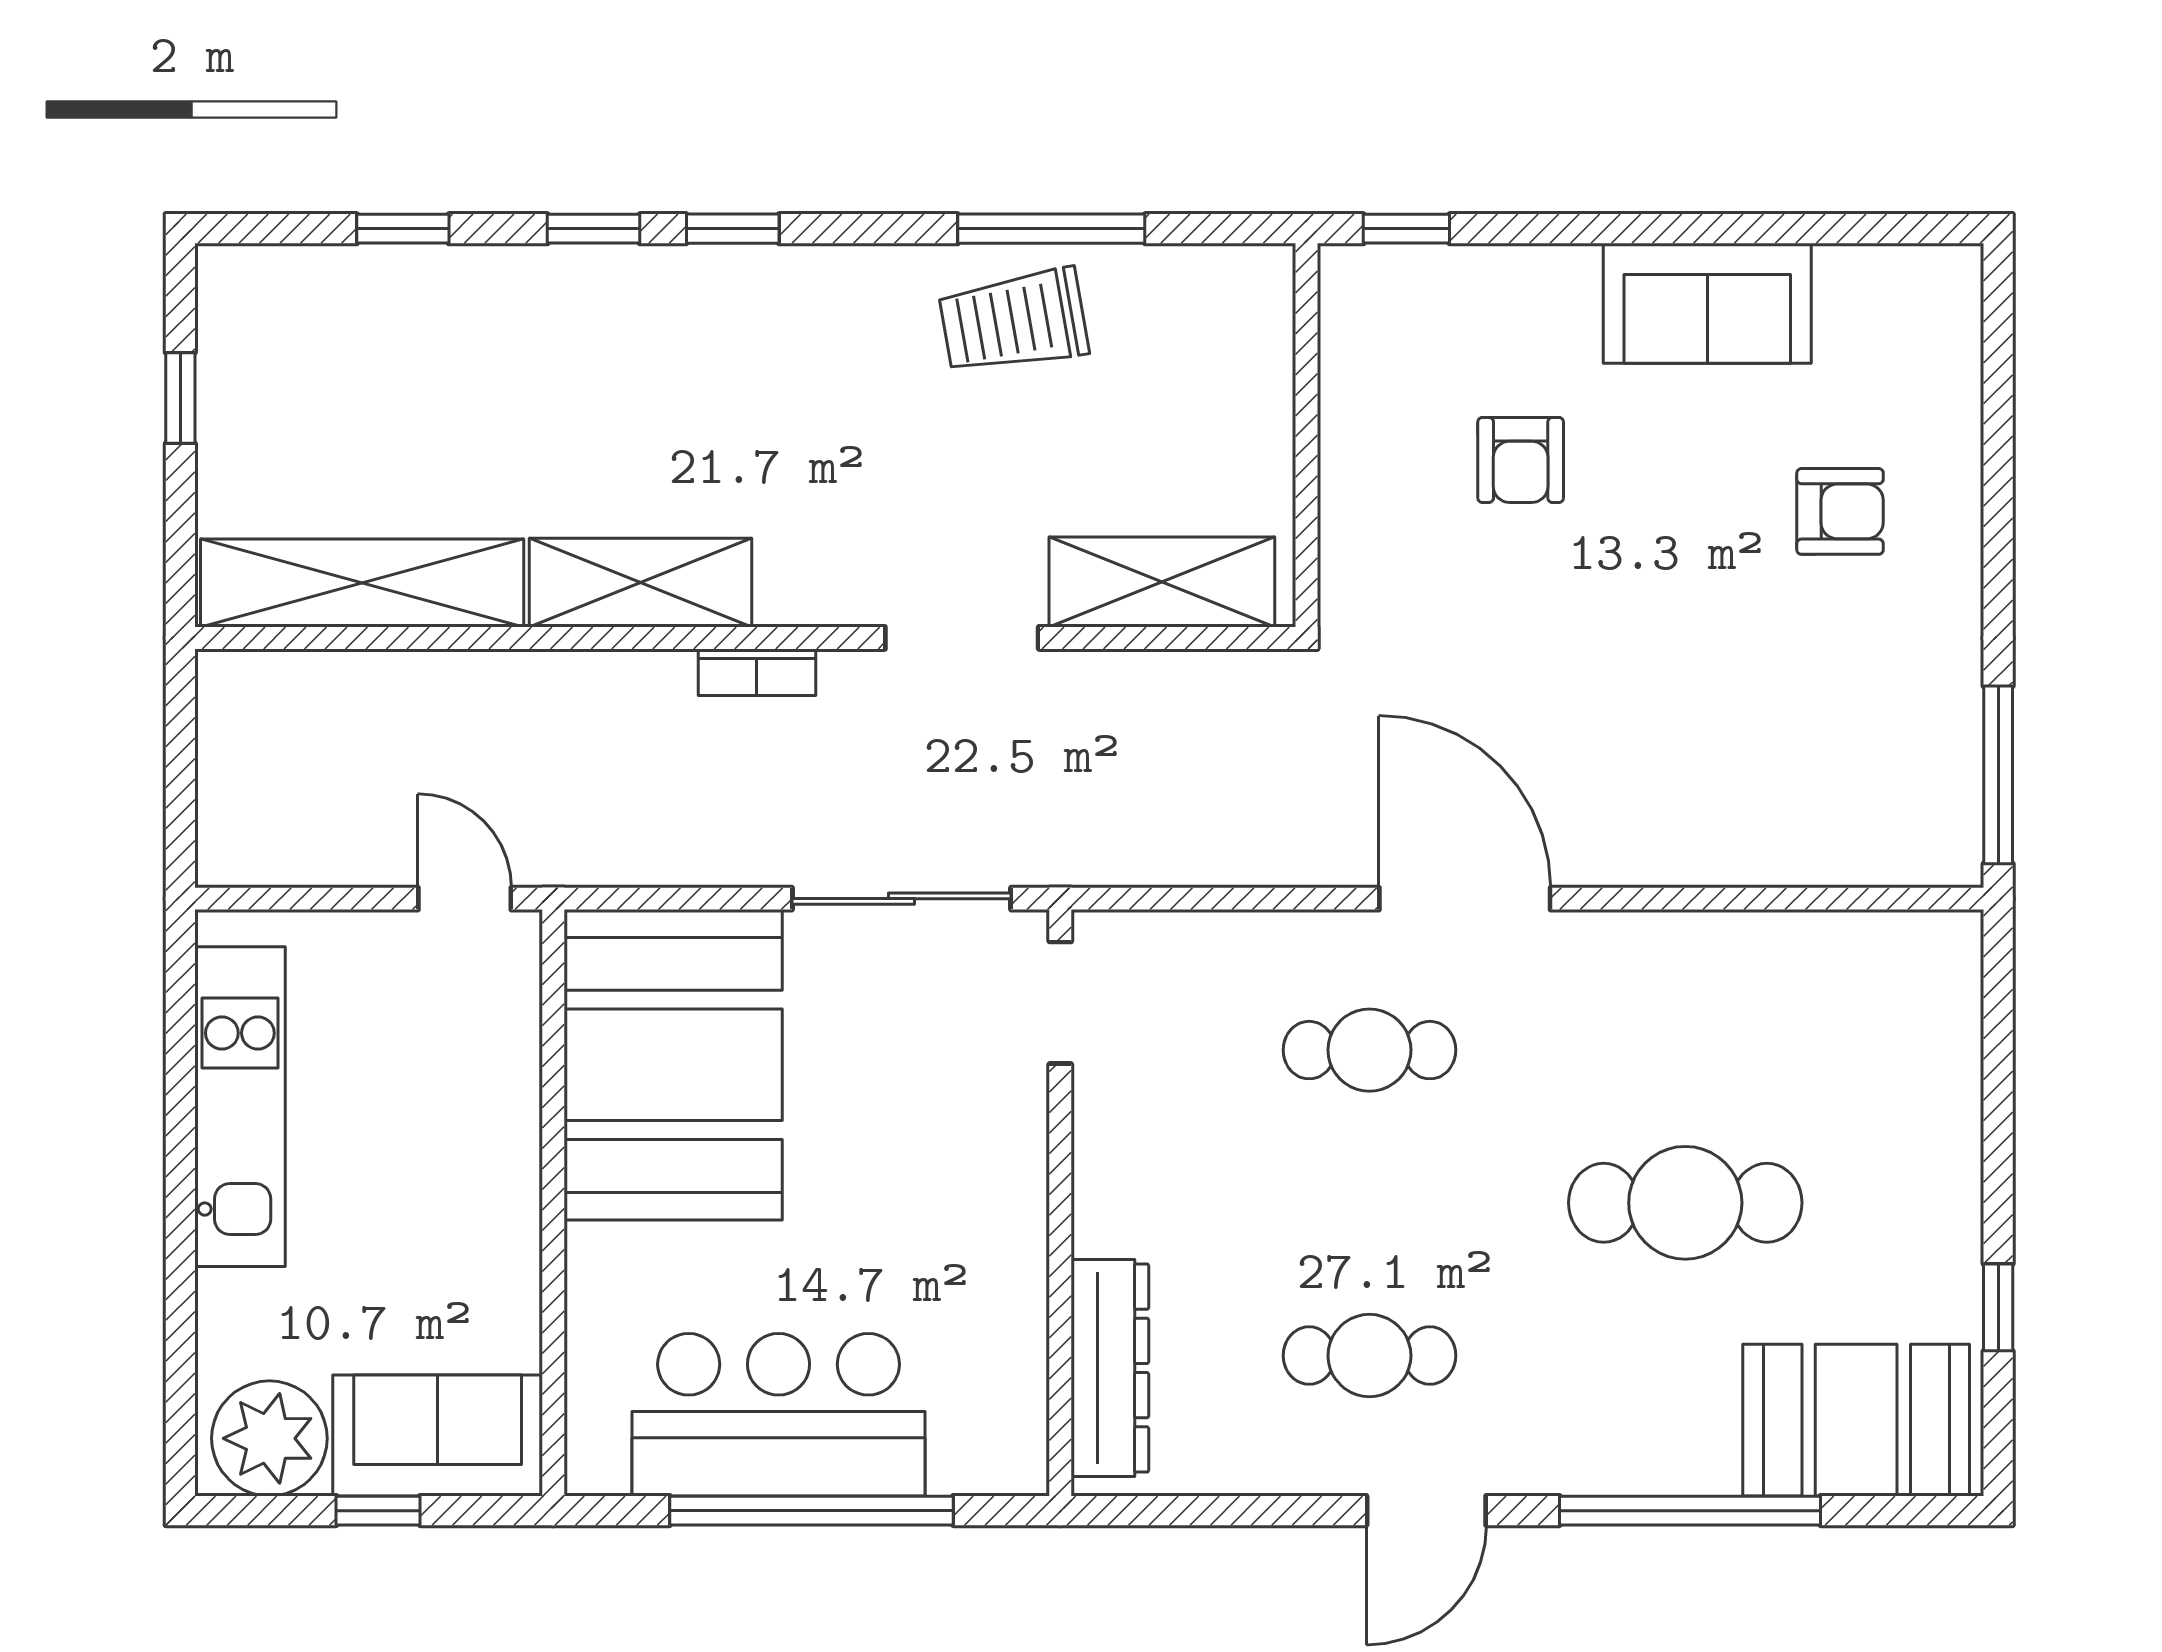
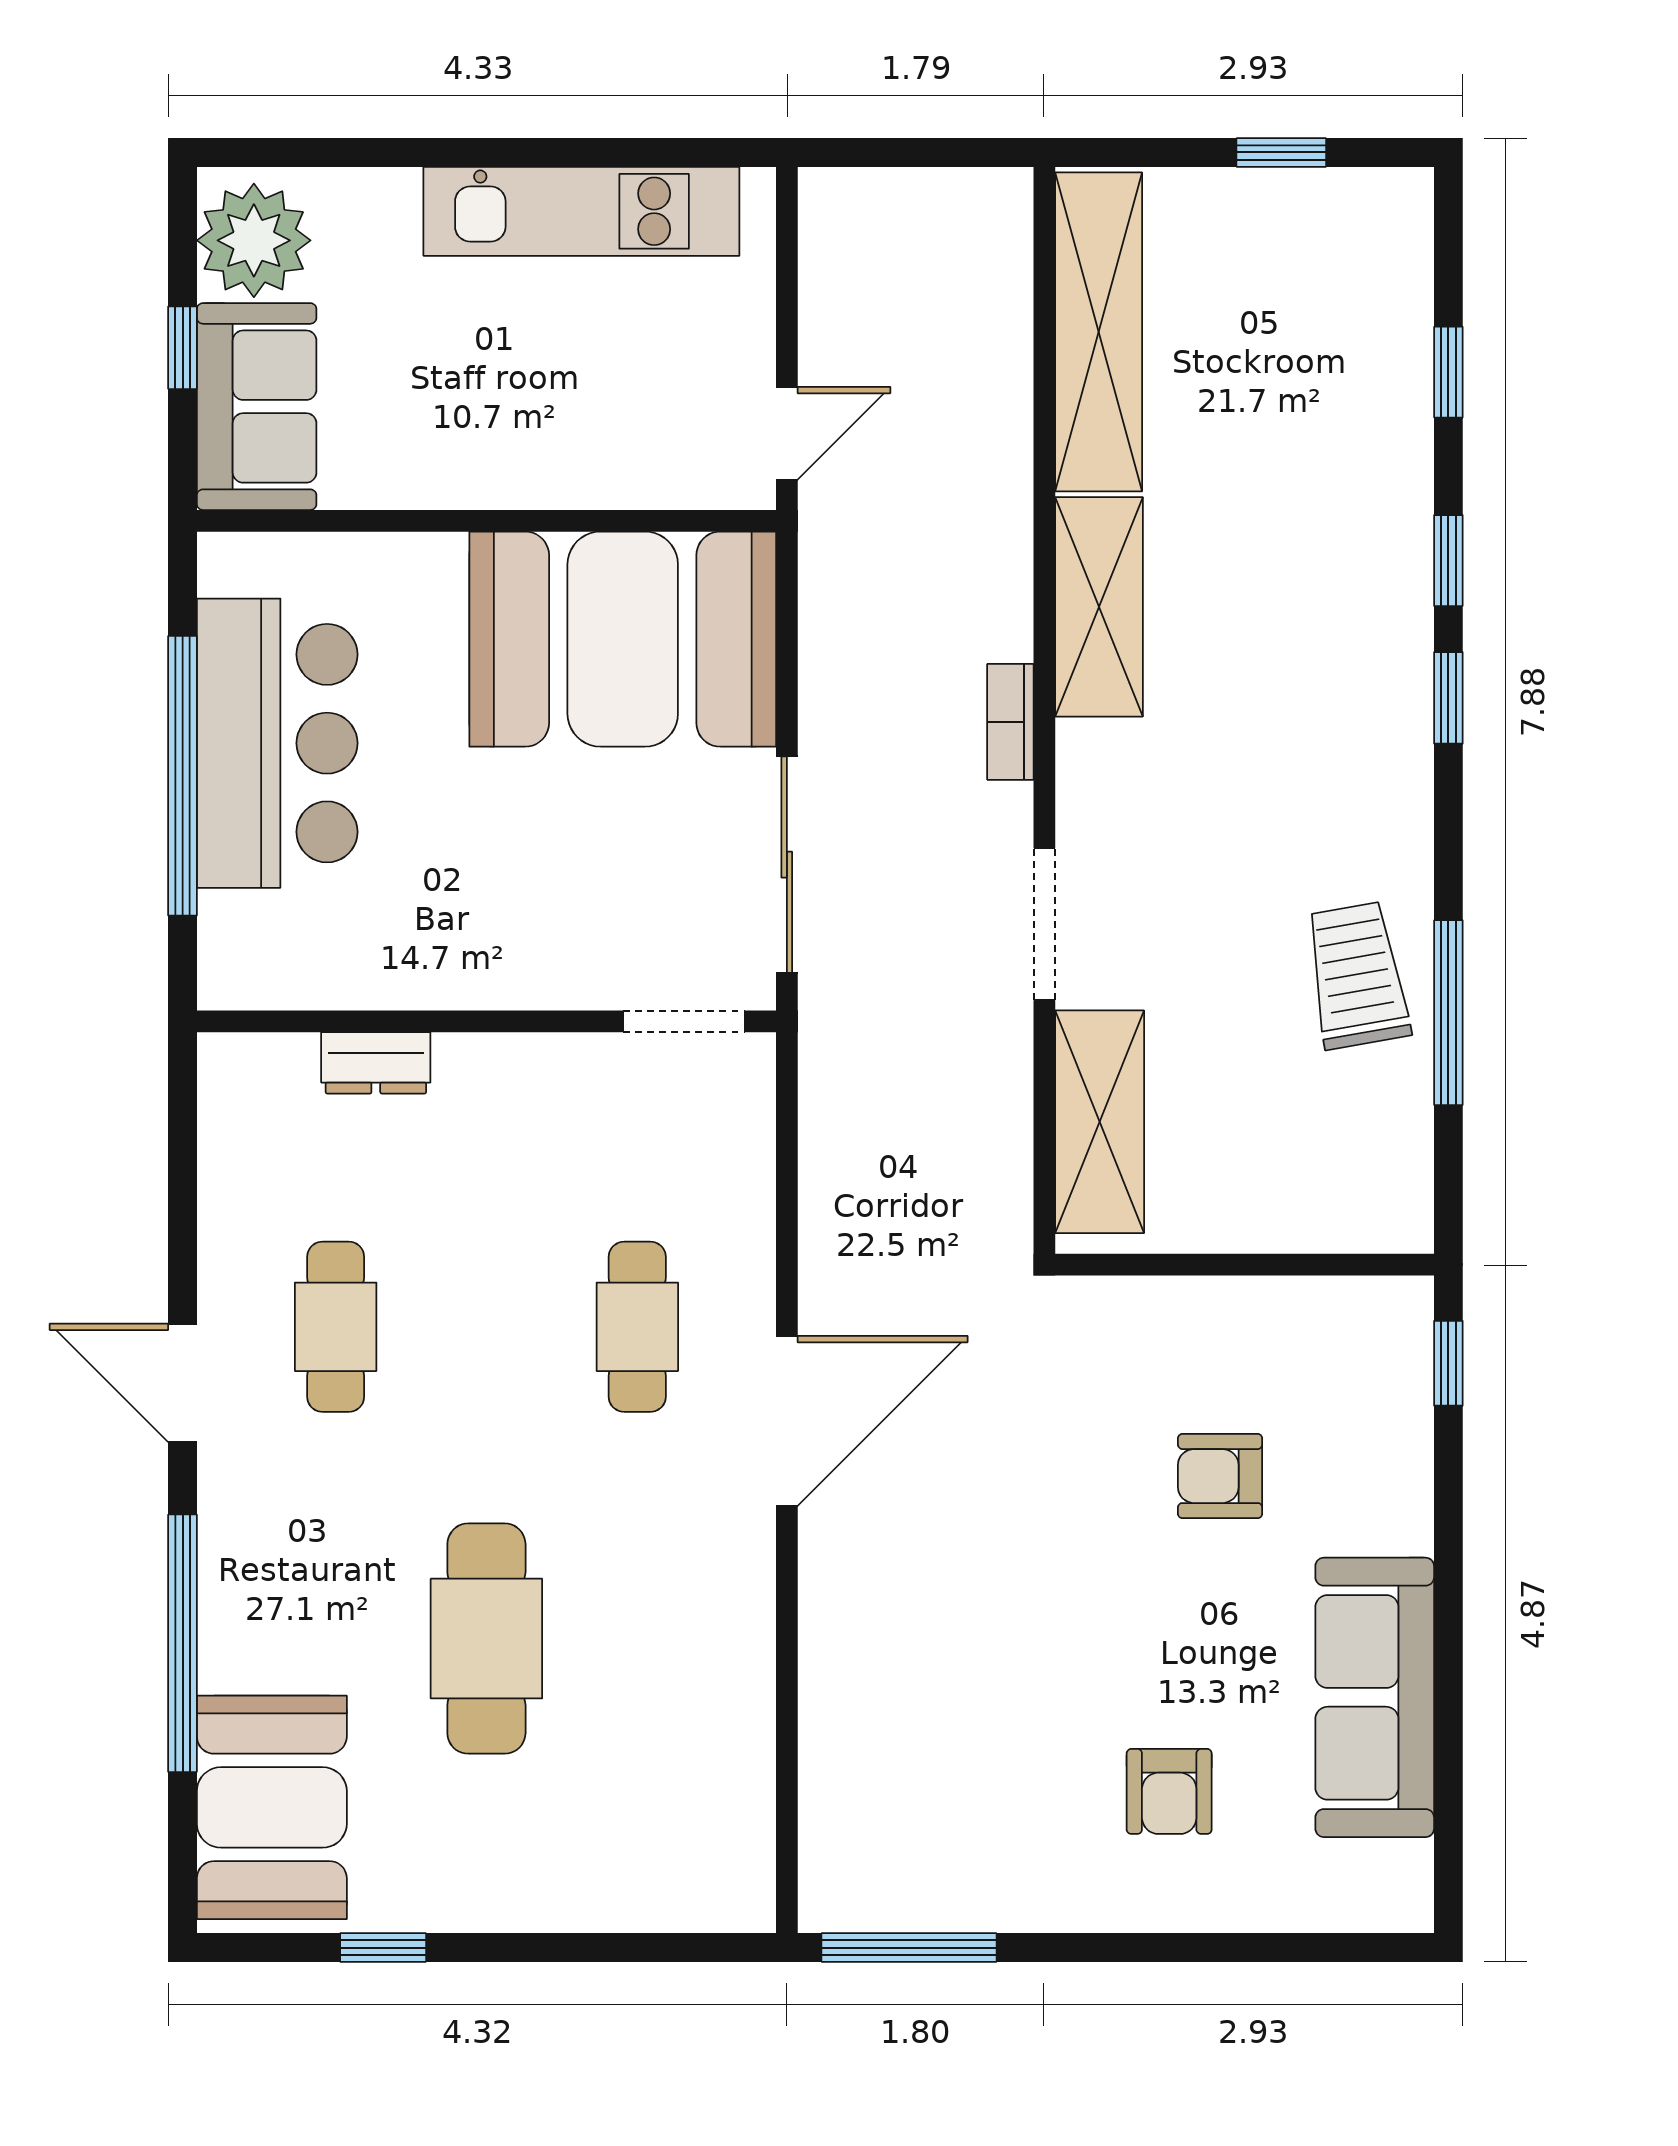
sofa: (1707, 303) -> (1375, 1697), width x1.36
dresser: (1110, 1368) -> (376, 1063), width x0.51, depth x0.80

